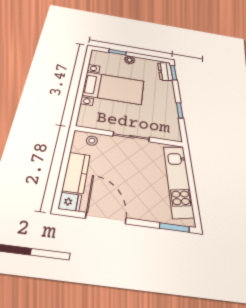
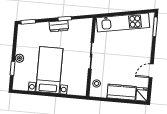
dresser: (165, 72) -> (59, 26), moved
door: (106, 218) -> (151, 71), width x0.53

